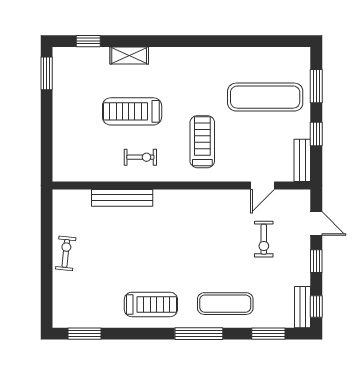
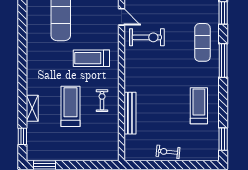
treadmill: (132, 111) -> (71, 106), turned 180
exercise bike: (264, 239) -> (147, 37), moved, width x1.38, depth x1.39
treadmill: (151, 304) -> (199, 106), moved

